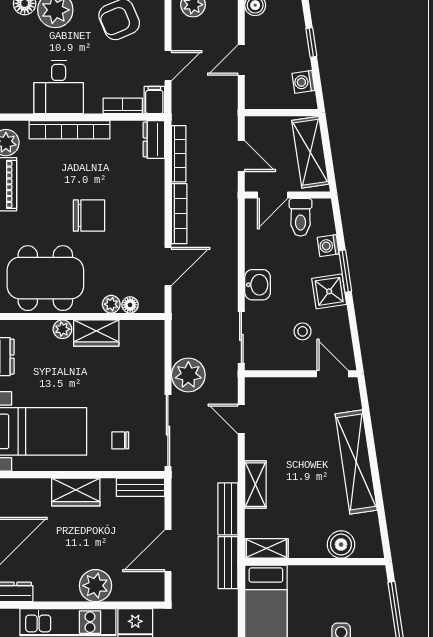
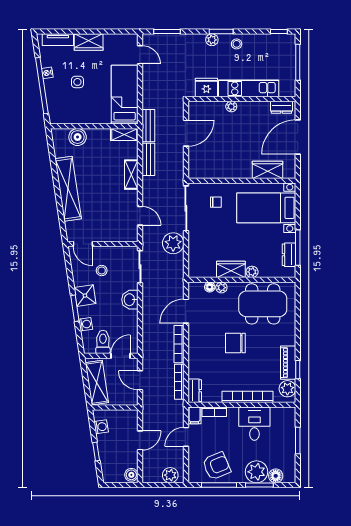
bench: (140, 487) -> (203, 173), removed
wardrobe: (76, 492) -> (268, 170), moved
plant: (95, 586) -> (231, 107), width x0.53, depth x0.53

